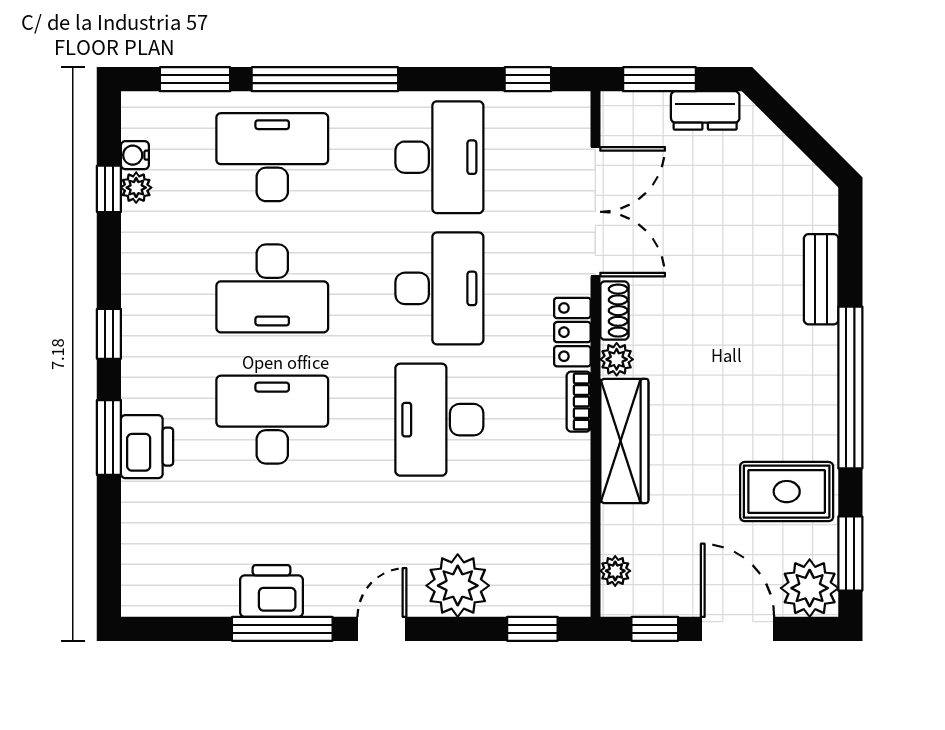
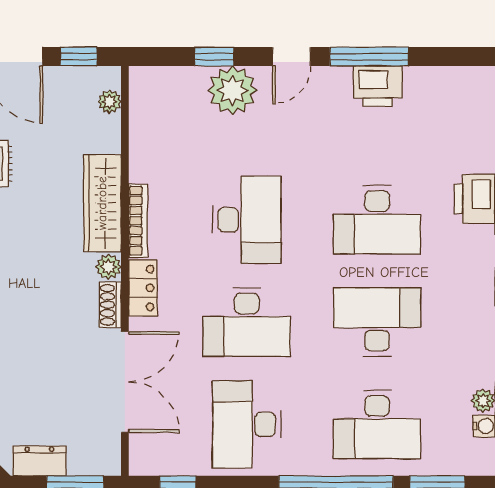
double door: (595, 212) -> (125, 382), swing flipped
desk: (439, 288) -> (247, 322), turned -90
bookcase: (579, 402) -> (138, 221), width x1.56
window: (532, 629) -> (214, 57), moved

